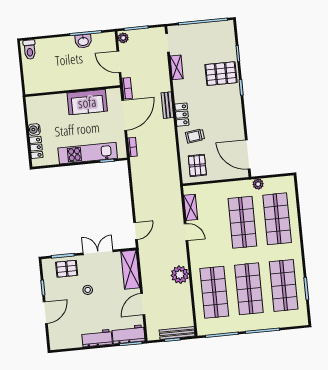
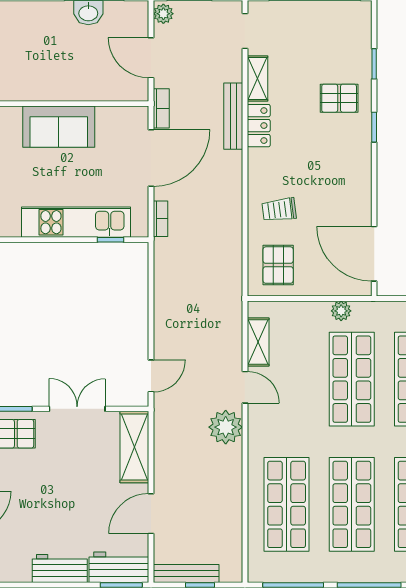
pallet: (221, 74) -> (339, 98), width x0.67, depth x0.71
sofa: (87, 102) -> (59, 127), moved
bench: (167, 105) -> (233, 116), moved, width x1.36
locker: (182, 115) -> (259, 126), moved
plant: (258, 184) -> (341, 311), moved
plant: (180, 275) -> (226, 427), moved
stool: (88, 290) -> (51, 477), removed
bench: (177, 333) -> (186, 573), moved

